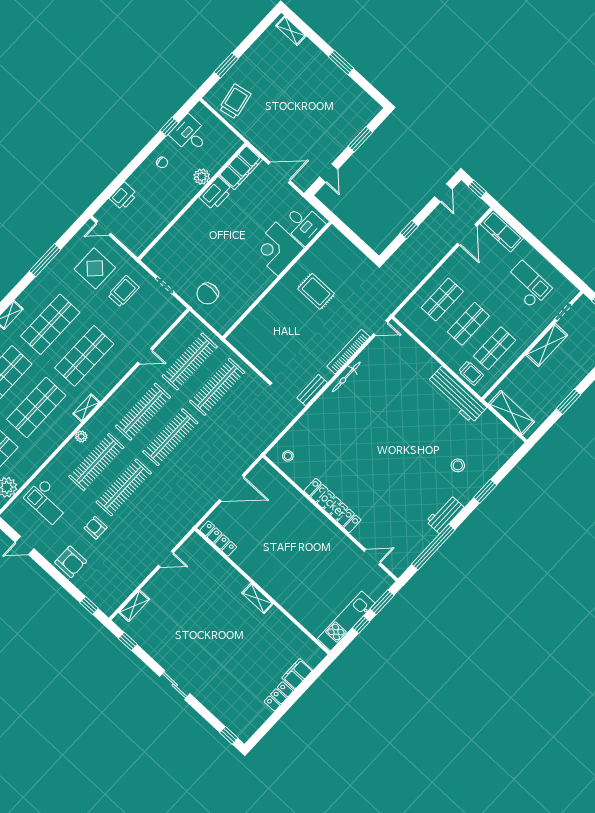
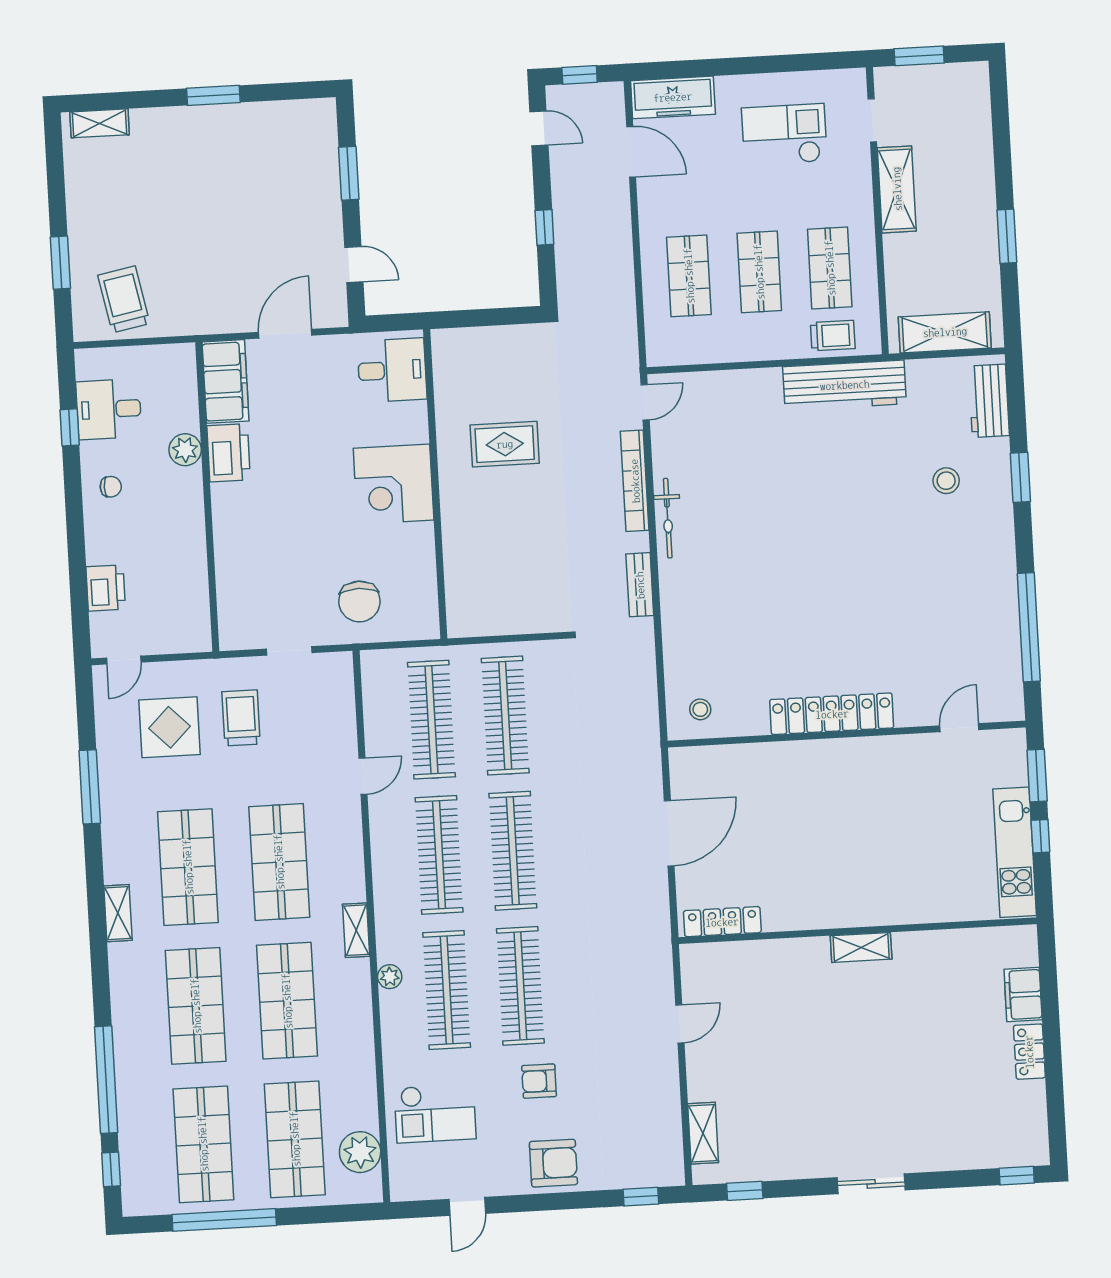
corner desk: (277, 249) -> (394, 484), moved
workbench: (445, 514) -> (989, 401), moved

